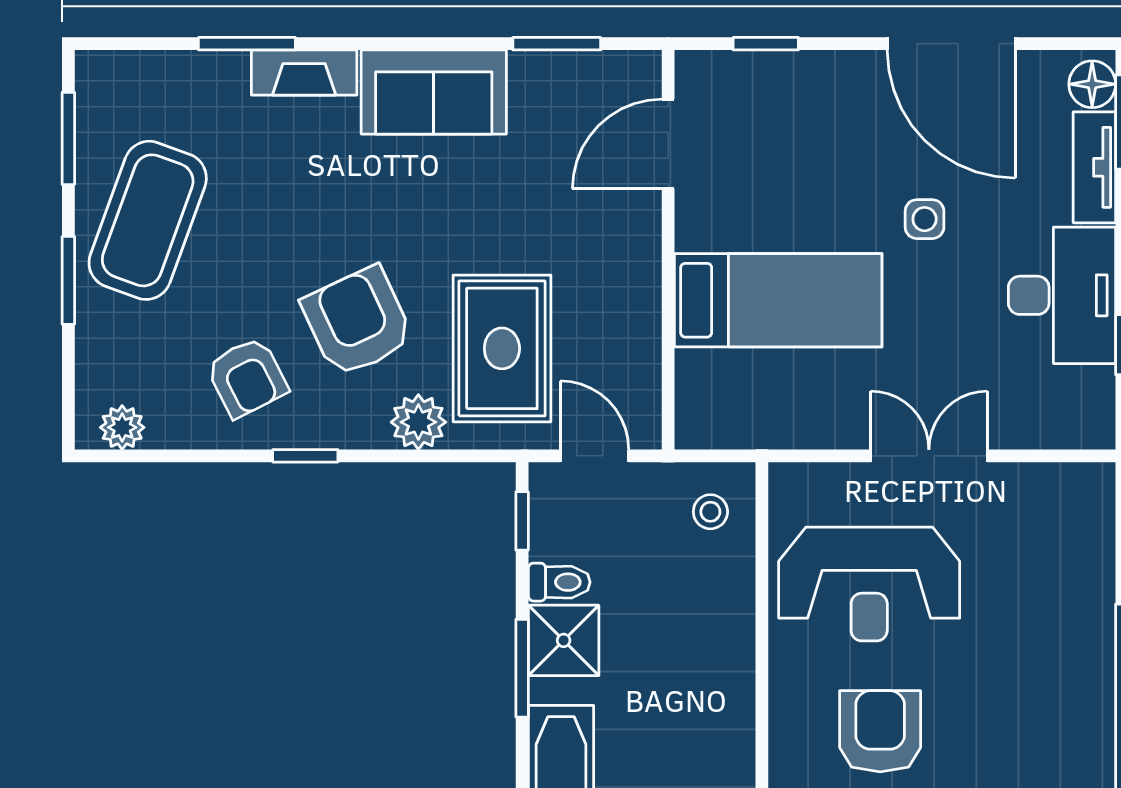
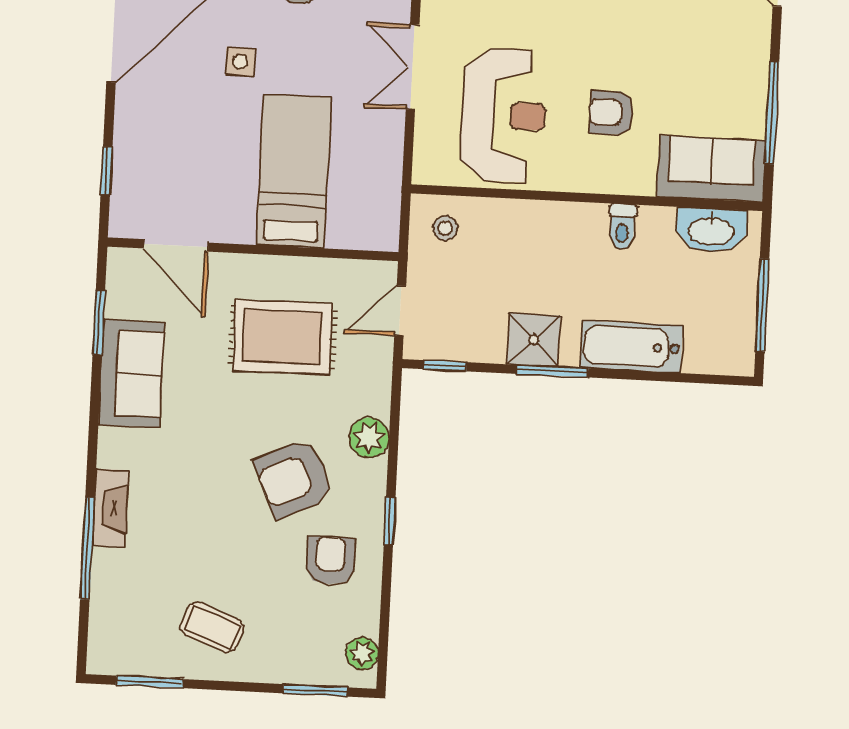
window: (247, 44) -> (87, 548), width x1.44
sofa: (434, 92) -> (131, 373), moved
coffee table: (148, 220) -> (212, 627), width x0.54, depth x0.58
window: (68, 280) -> (315, 690), moved
rug: (502, 348) -> (283, 337), moved
armchair: (247, 377) -> (330, 561), turned -63
toilet: (559, 582) -> (622, 227), moved, turned 180
armchair: (880, 731) -> (611, 113), width x0.72, depth x0.72

